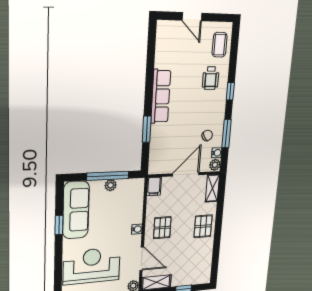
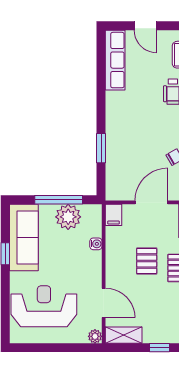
row of seats: (161, 96) -> (115, 60), moved
plant: (111, 185) -> (68, 217), width x1.87, depth x1.87
pallet: (162, 228) -> (147, 261), moved
water cooler: (137, 229) -> (96, 244), moved

